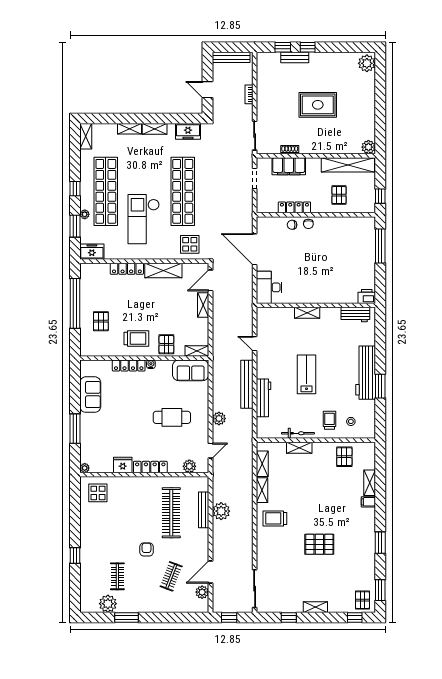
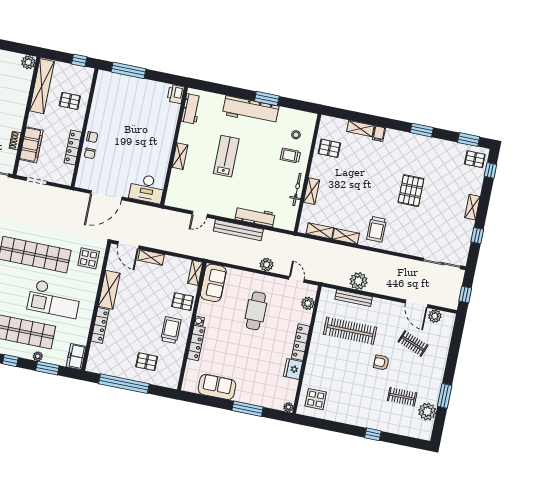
lab bench: (307, 374) -> (226, 156), moved, turned 90

